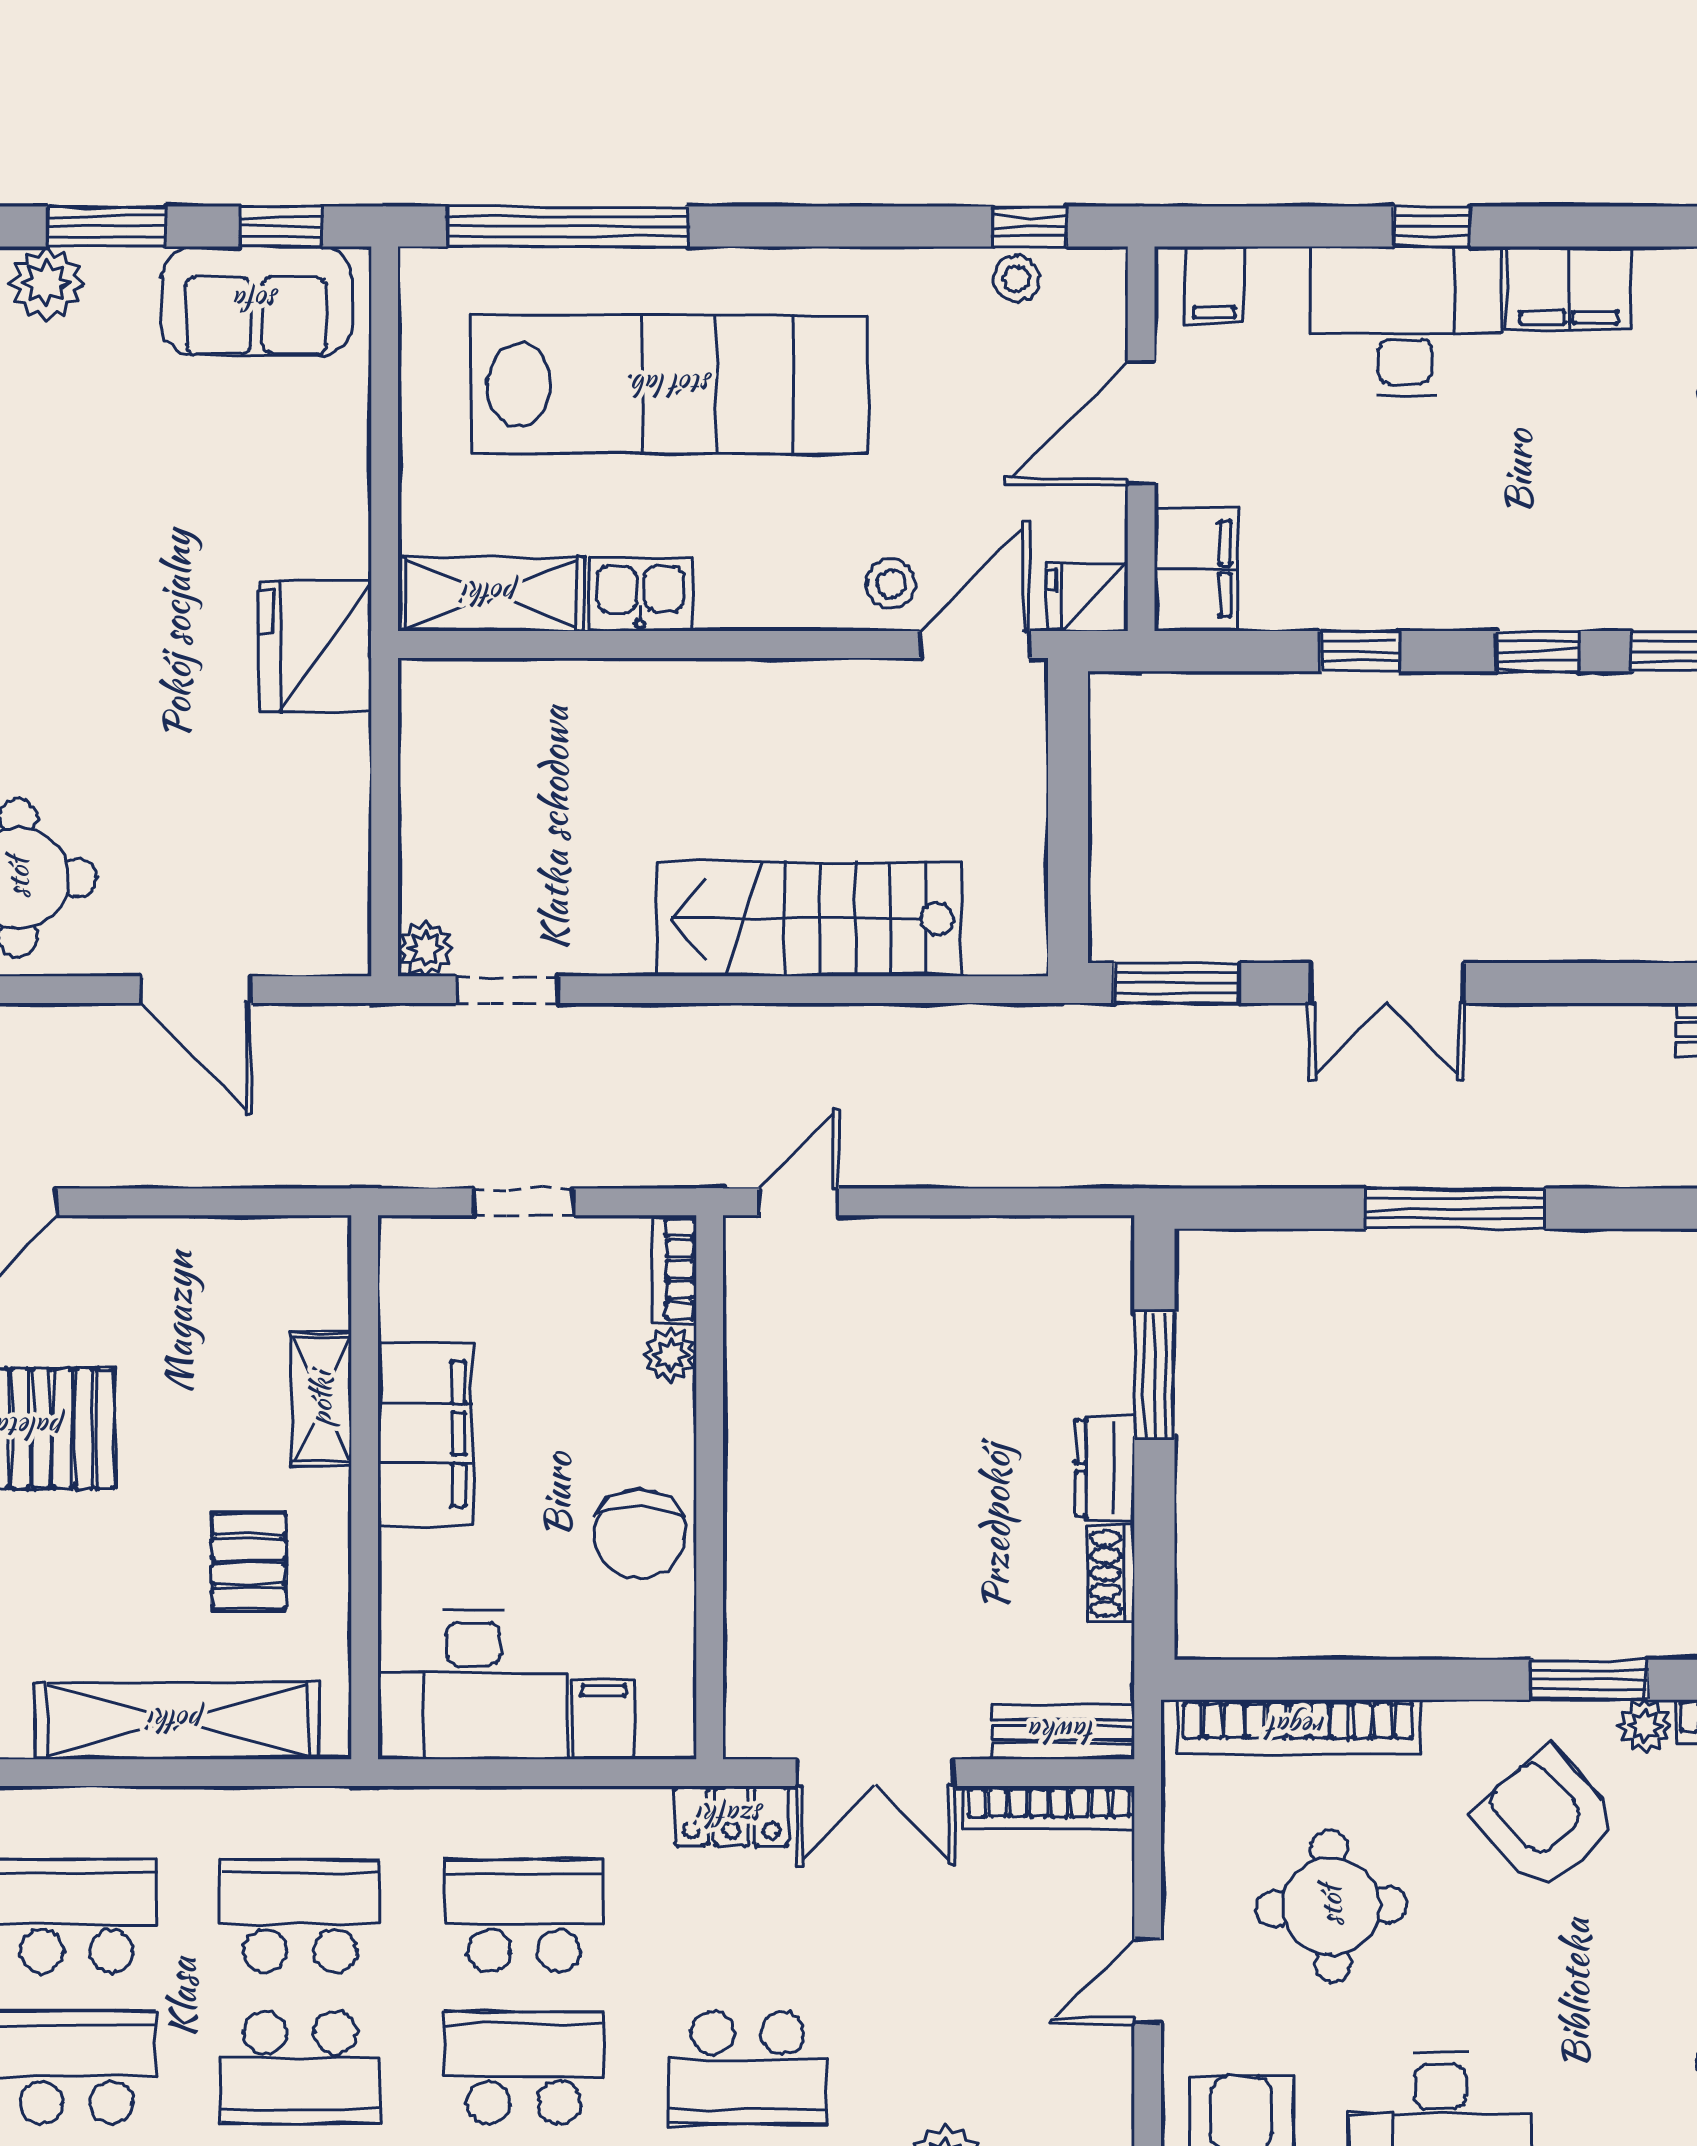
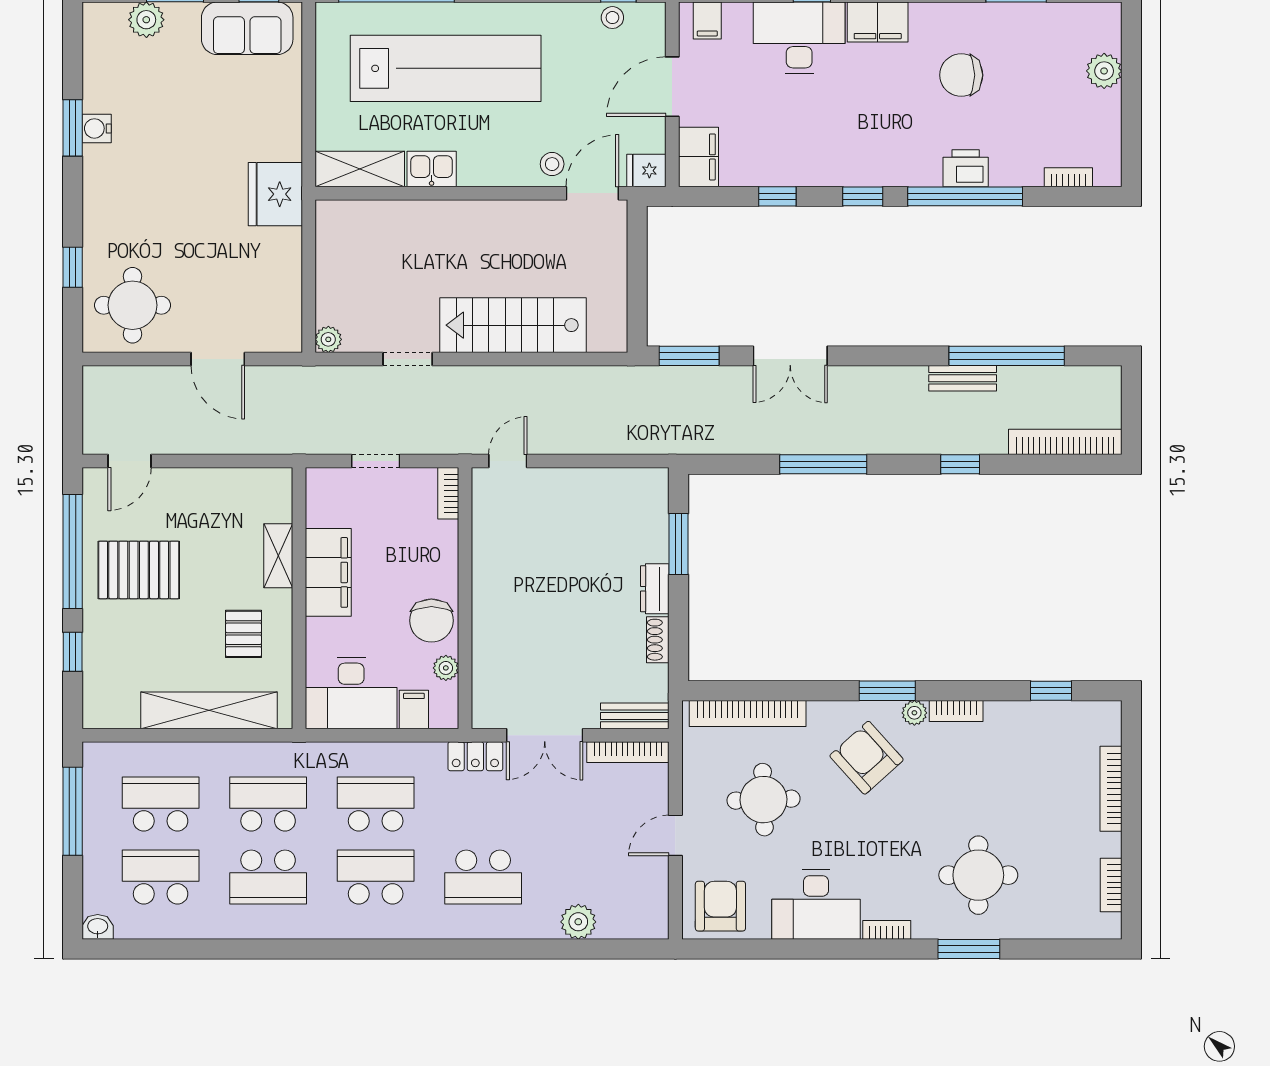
doorway: (508, 990) -> (408, 359), moved
plant: (670, 1355) -> (446, 668), moved

